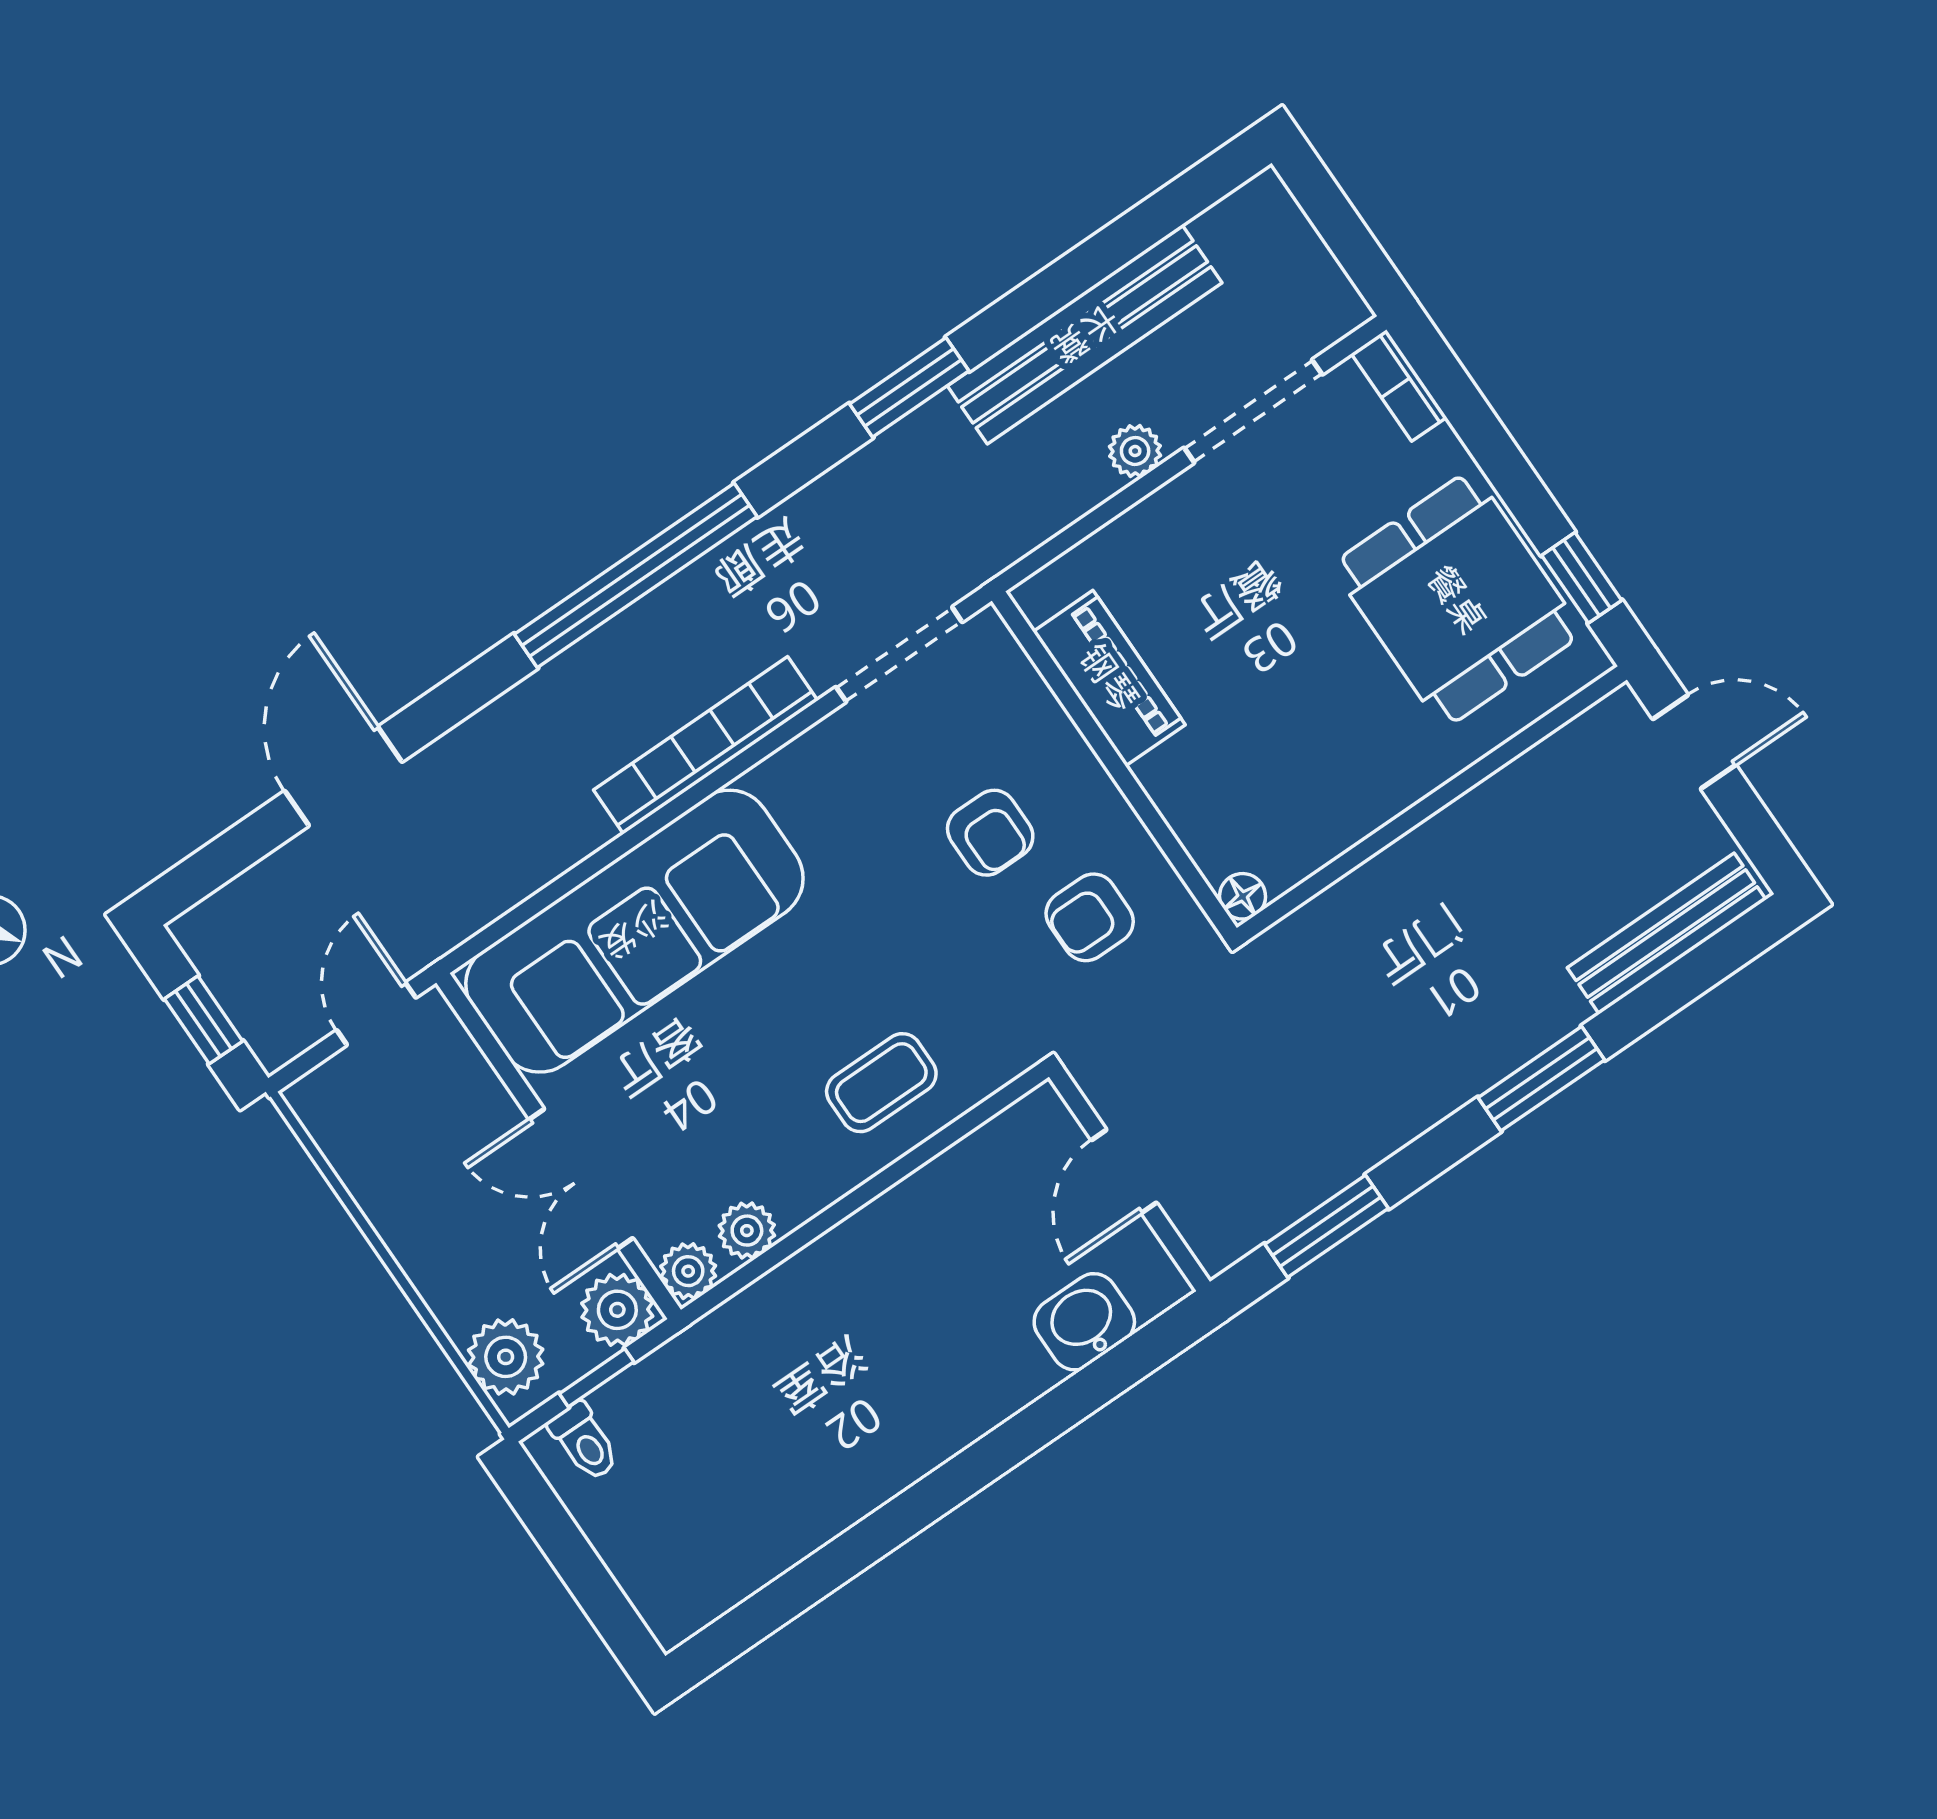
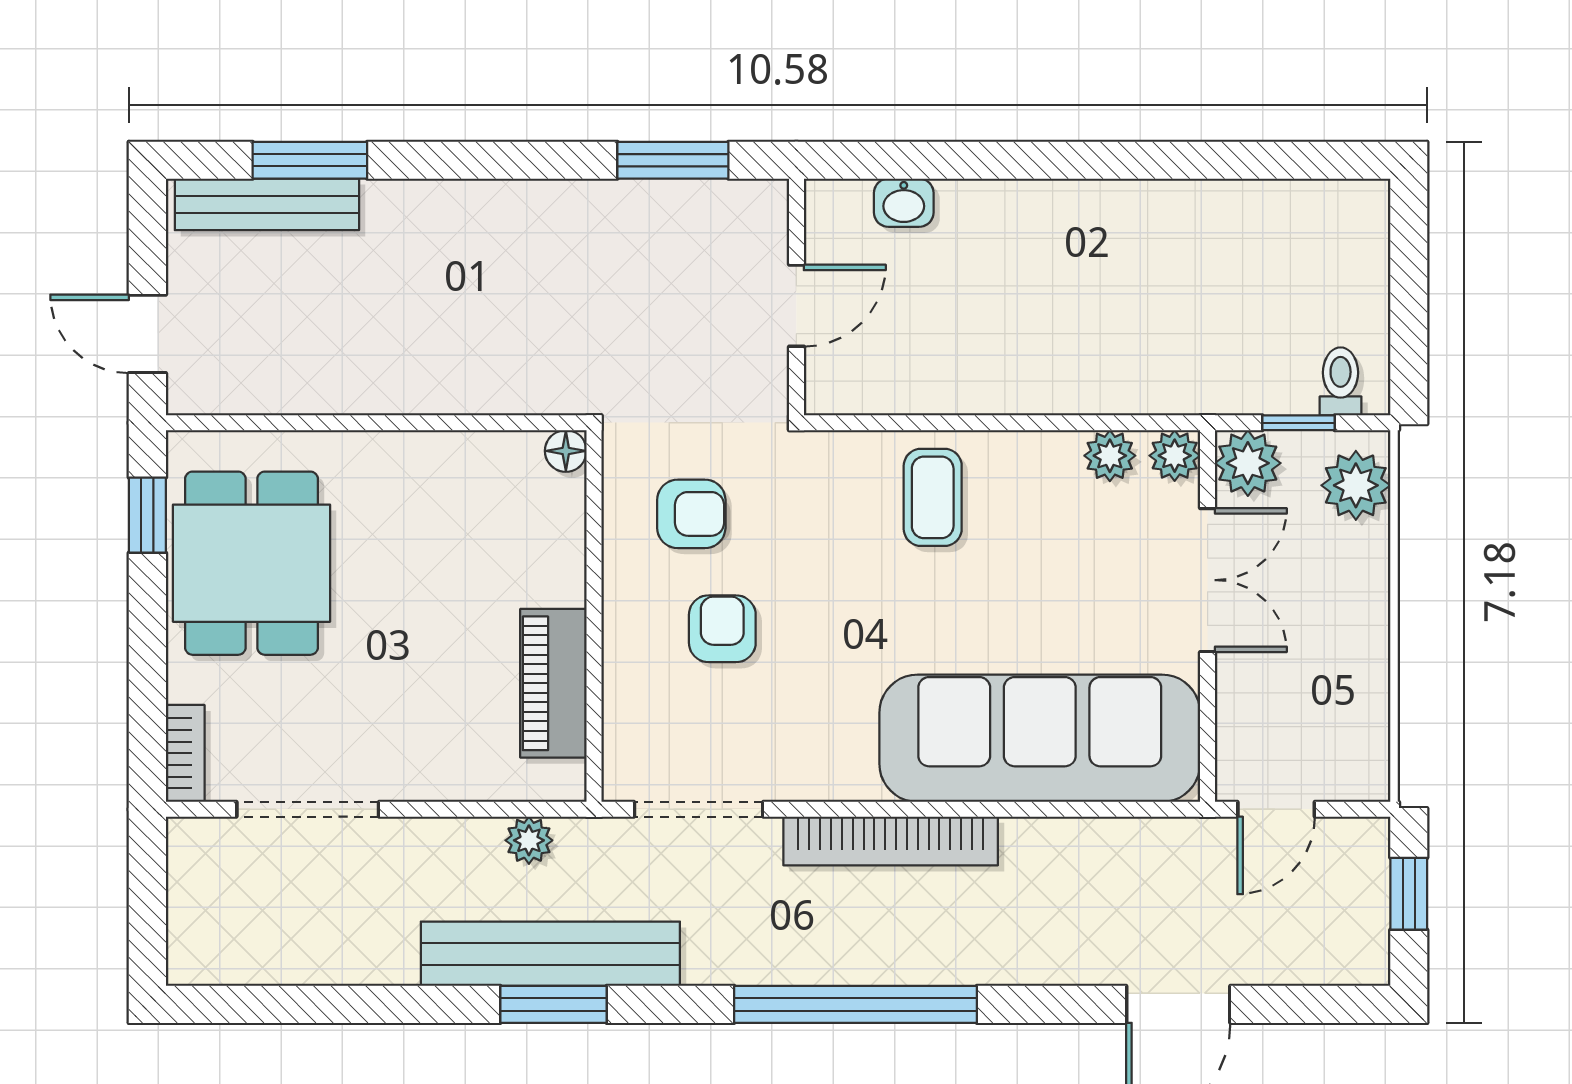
bench: (1085, 334) -> (550, 954), moved
plant: (1135, 451) -> (529, 840), moved
window: (1541, 1079) -> (310, 160), moved
coffee table: (881, 1083) -> (933, 497), turned 90
washbasin: (1084, 1322) -> (904, 203), width x0.72, depth x0.69

